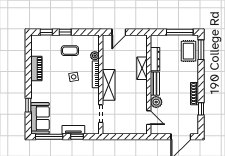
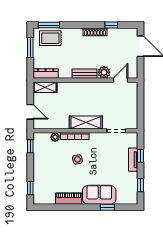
window: (65, 32) -> (30, 146), moved
window: (180, 32) -> (30, 47), width x0.69
coffee table: (70, 51) -> (50, 163), removed
dresser: (155, 59) -> (46, 74), moved
shelving: (142, 68) -> (45, 87), moved
sofa: (40, 118) -> (99, 195), moved
window: (49, 137) -> (141, 185), width x0.46

